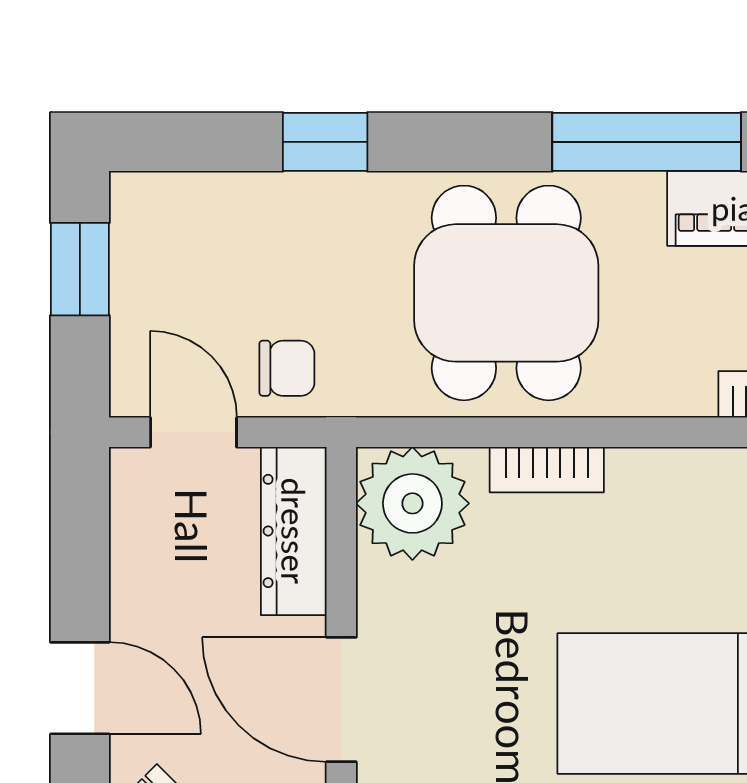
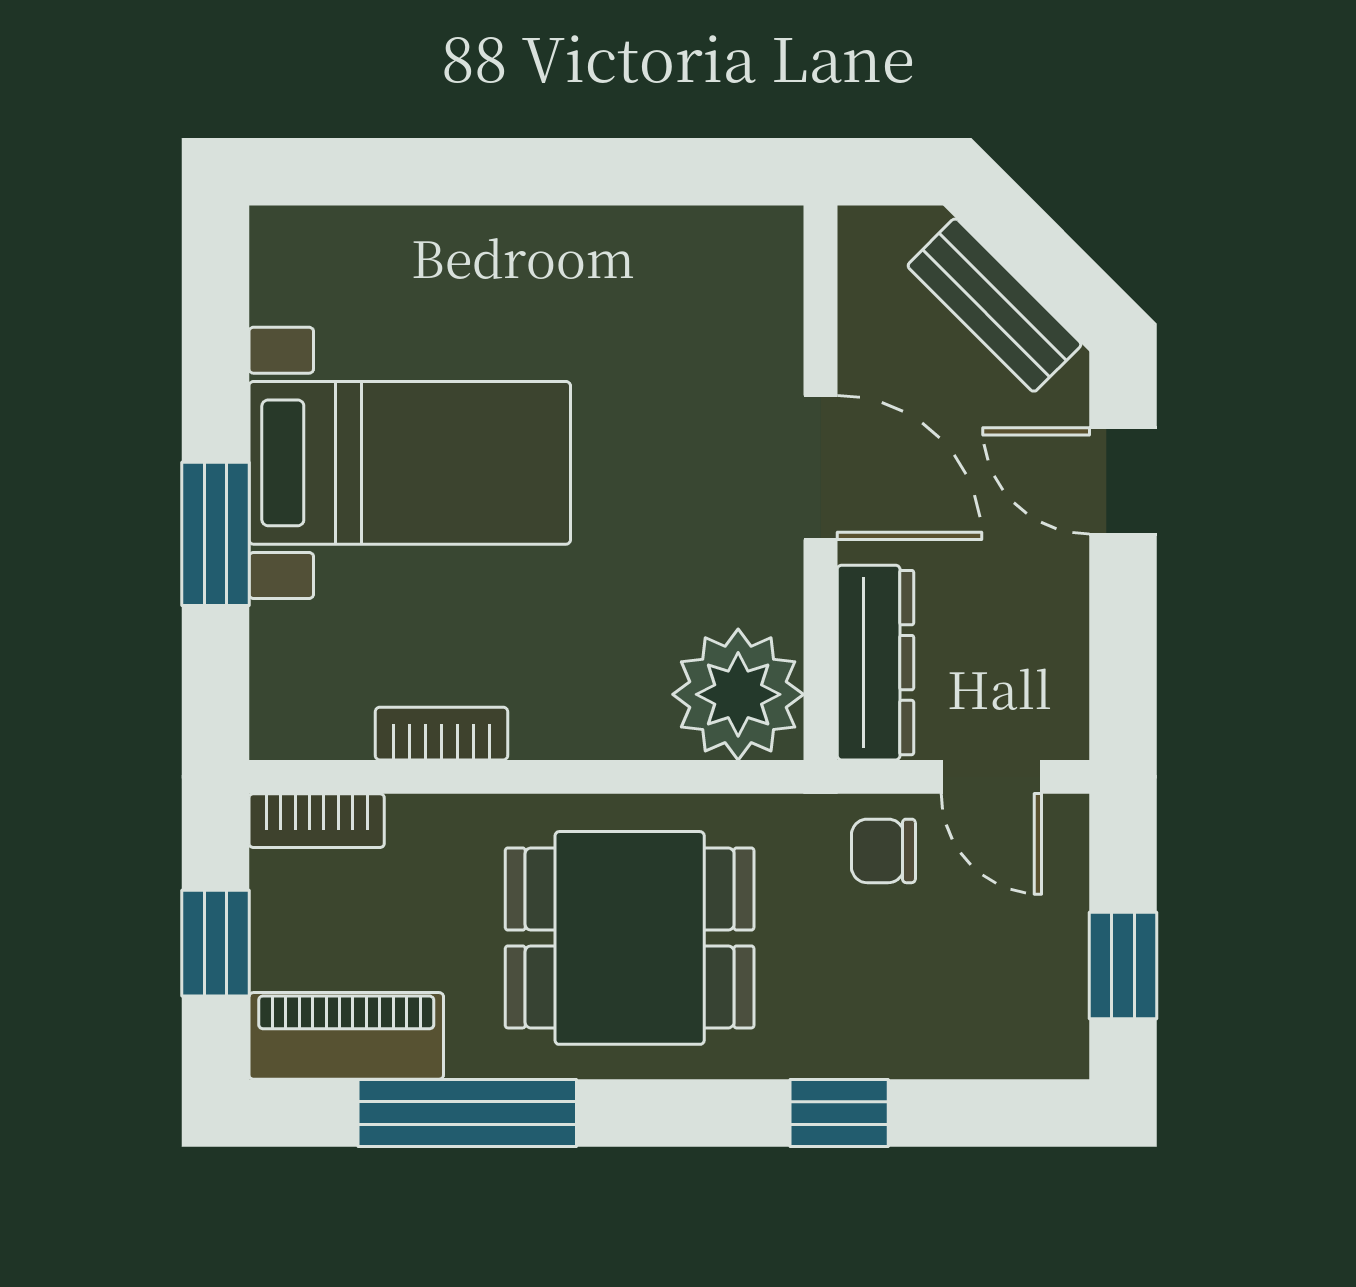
dining table: (506, 293) -> (630, 938), turned 90
bookcase: (547, 470) -> (441, 734), moved

